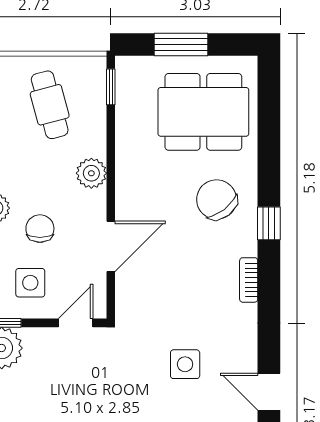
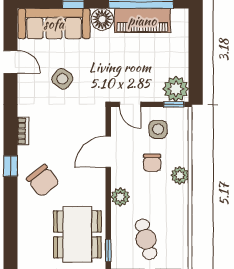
dining table: (203, 112) -> (77, 234), moved, turned 90
door: (76, 323) -> (130, 104), hinge flipped
side table: (185, 364) -> (62, 79), turned 37

